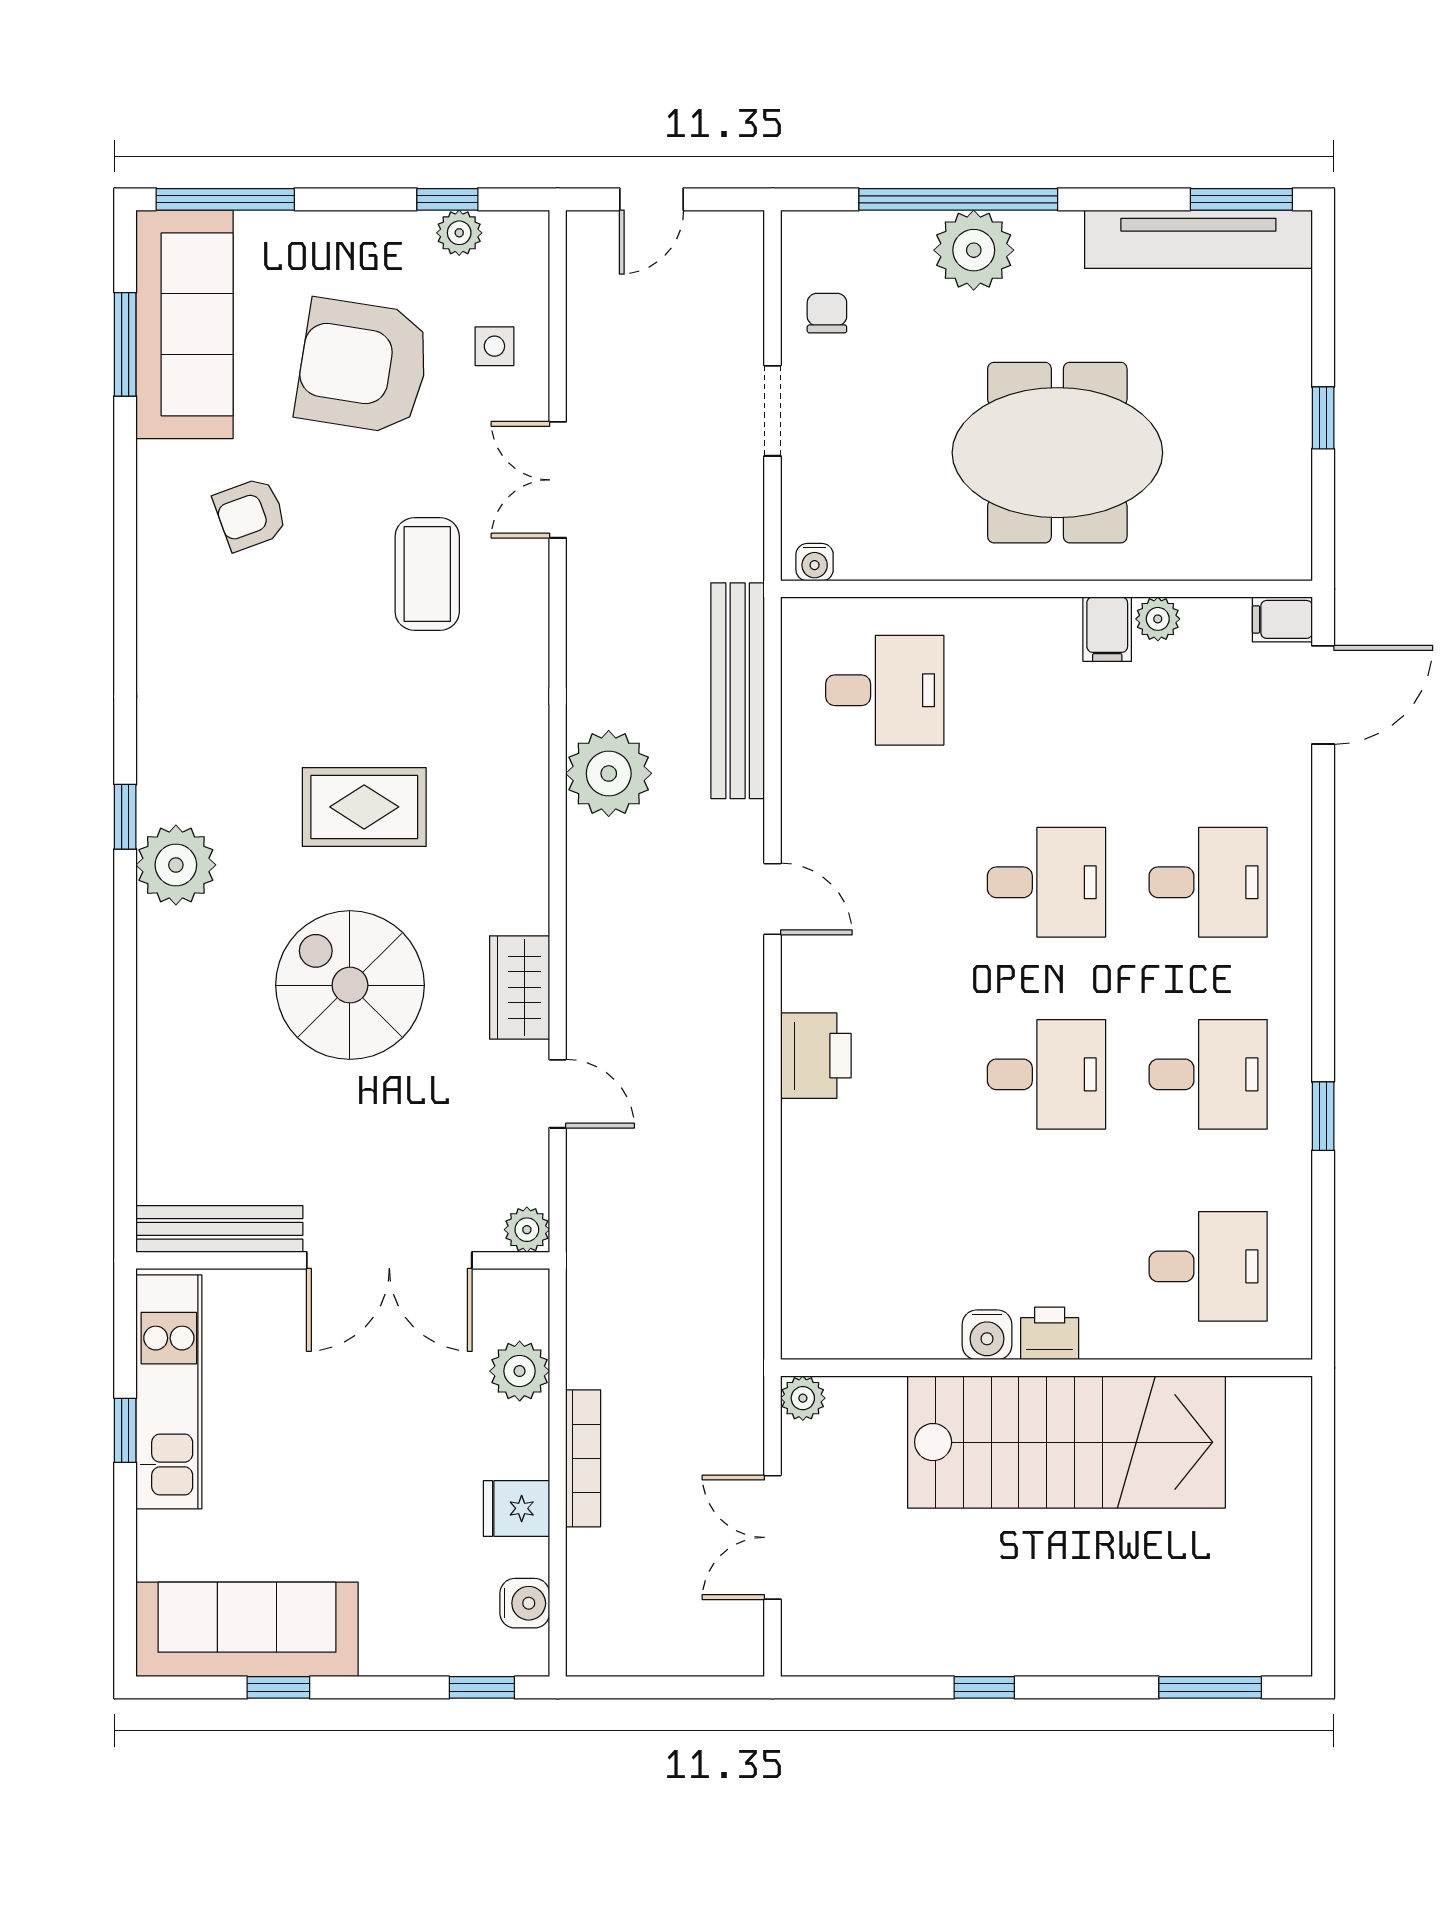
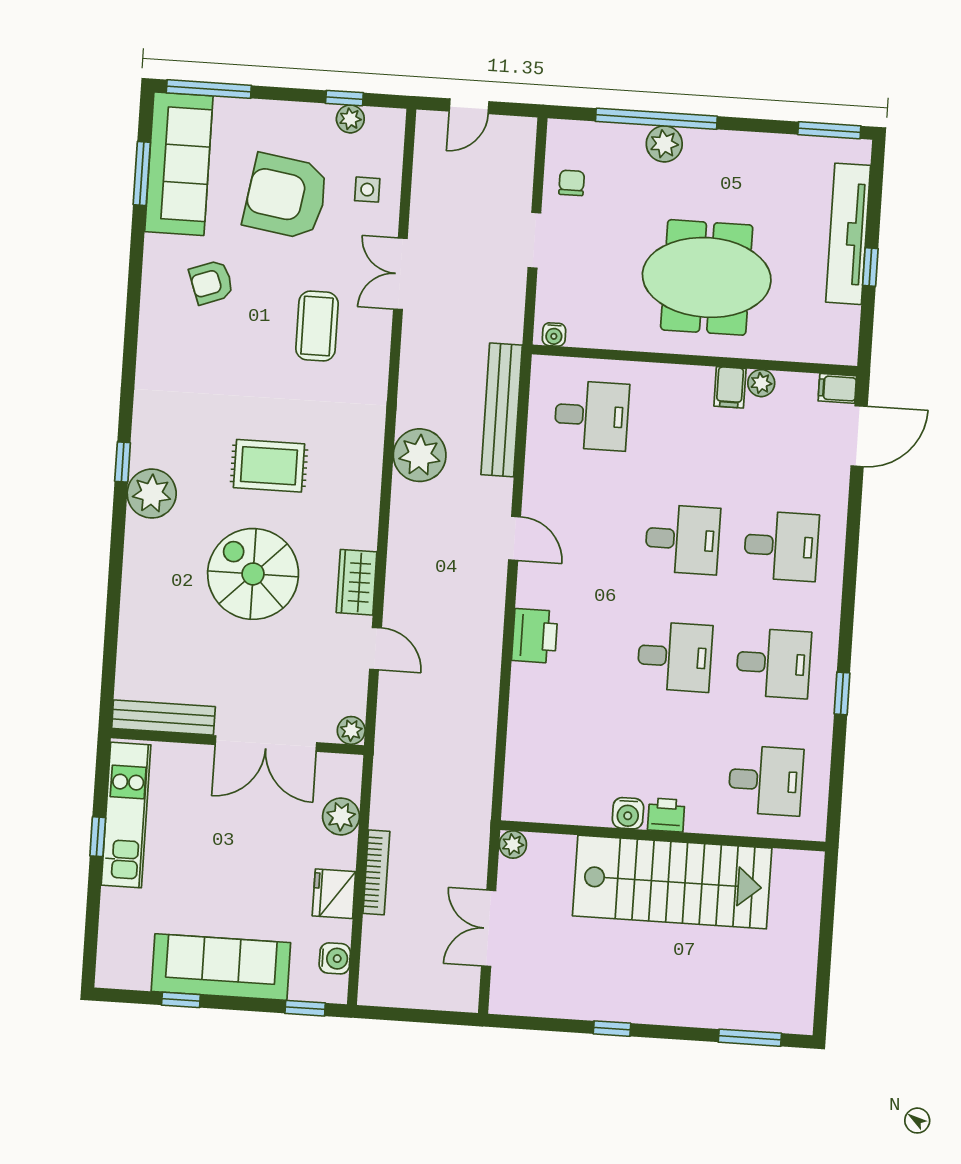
tv unit: (1198, 239) -> (848, 234), moved, turned 90
plant: (974, 250) -> (664, 144), width x0.73, depth x0.73
fridge: (516, 1508) -> (334, 894), width x1.38
sofa: (247, 1629) -> (221, 967), moved

